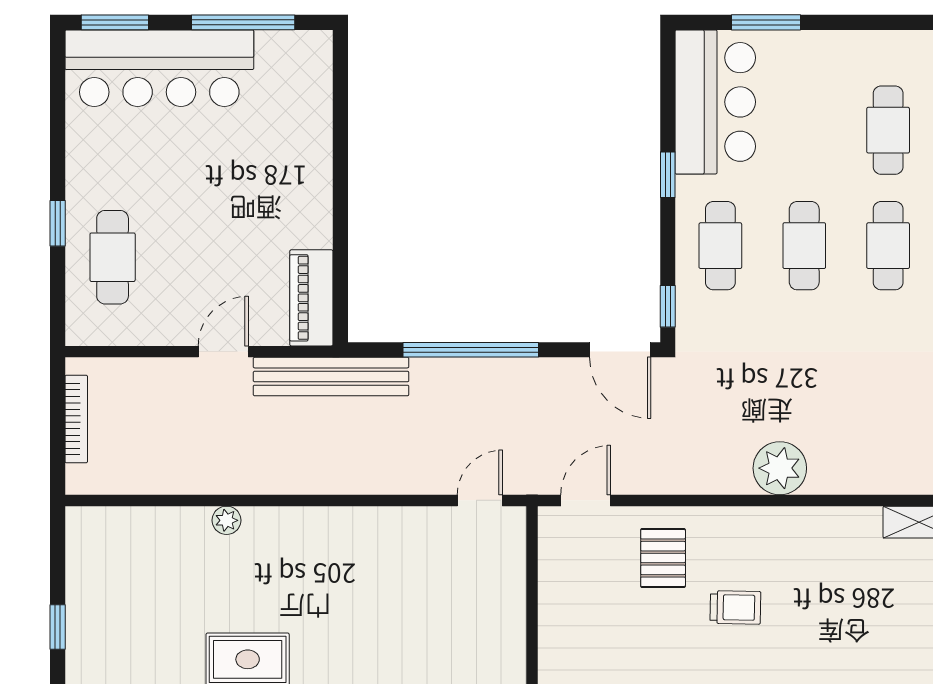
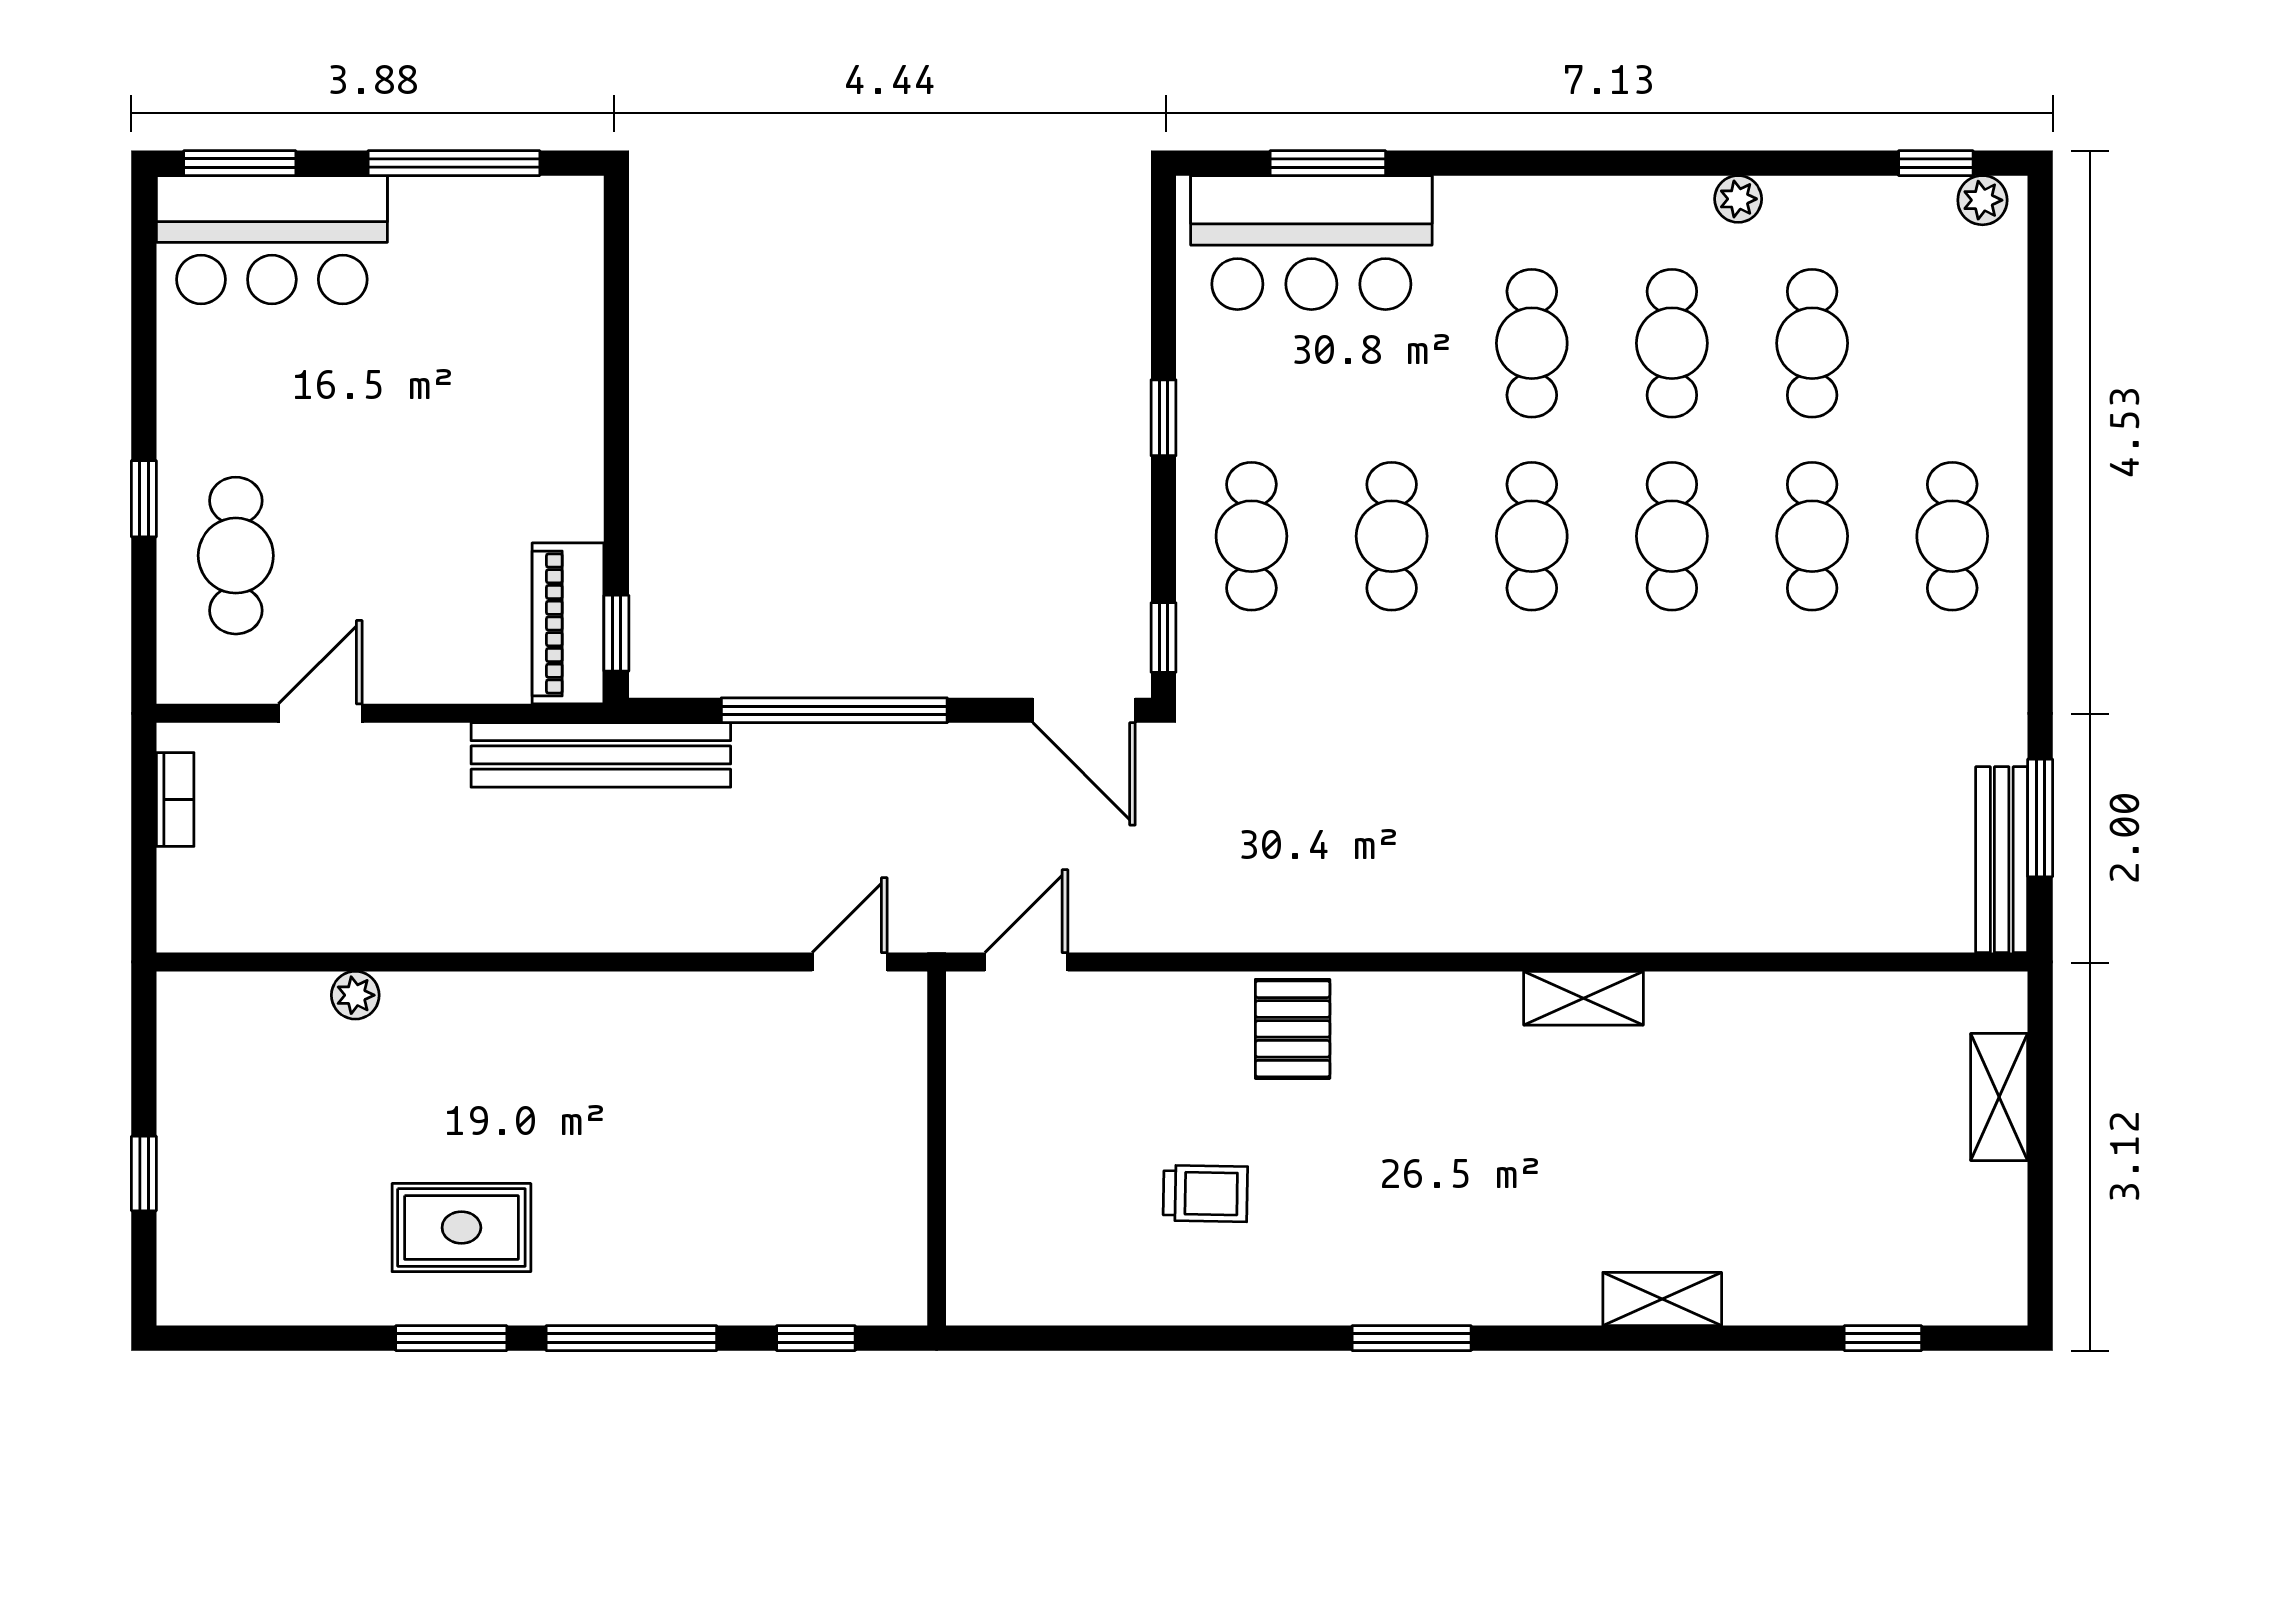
bar counter: (159, 68) -> (272, 240), width x0.73
bar counter: (715, 102) -> (1311, 243), moved, turned 90
window: (340, 304) -> (616, 633), added
door: (223, 352) -> (320, 713), moved
bookcase: (76, 419) -> (175, 800), width x0.64
plant: (780, 468) -> (1351, 908), removed
plant: (227, 520) -> (355, 995), moved
pallet: (663, 558) -> (1293, 1029), moved
trolley: (735, 607) -> (1205, 1194), moved

